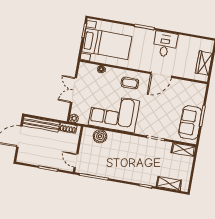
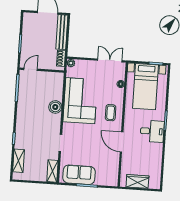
desk: (165, 44) -> (152, 131), moved
double door: (74, 90) -> (110, 60), moved
boiler: (100, 136) -> (55, 107), moved

